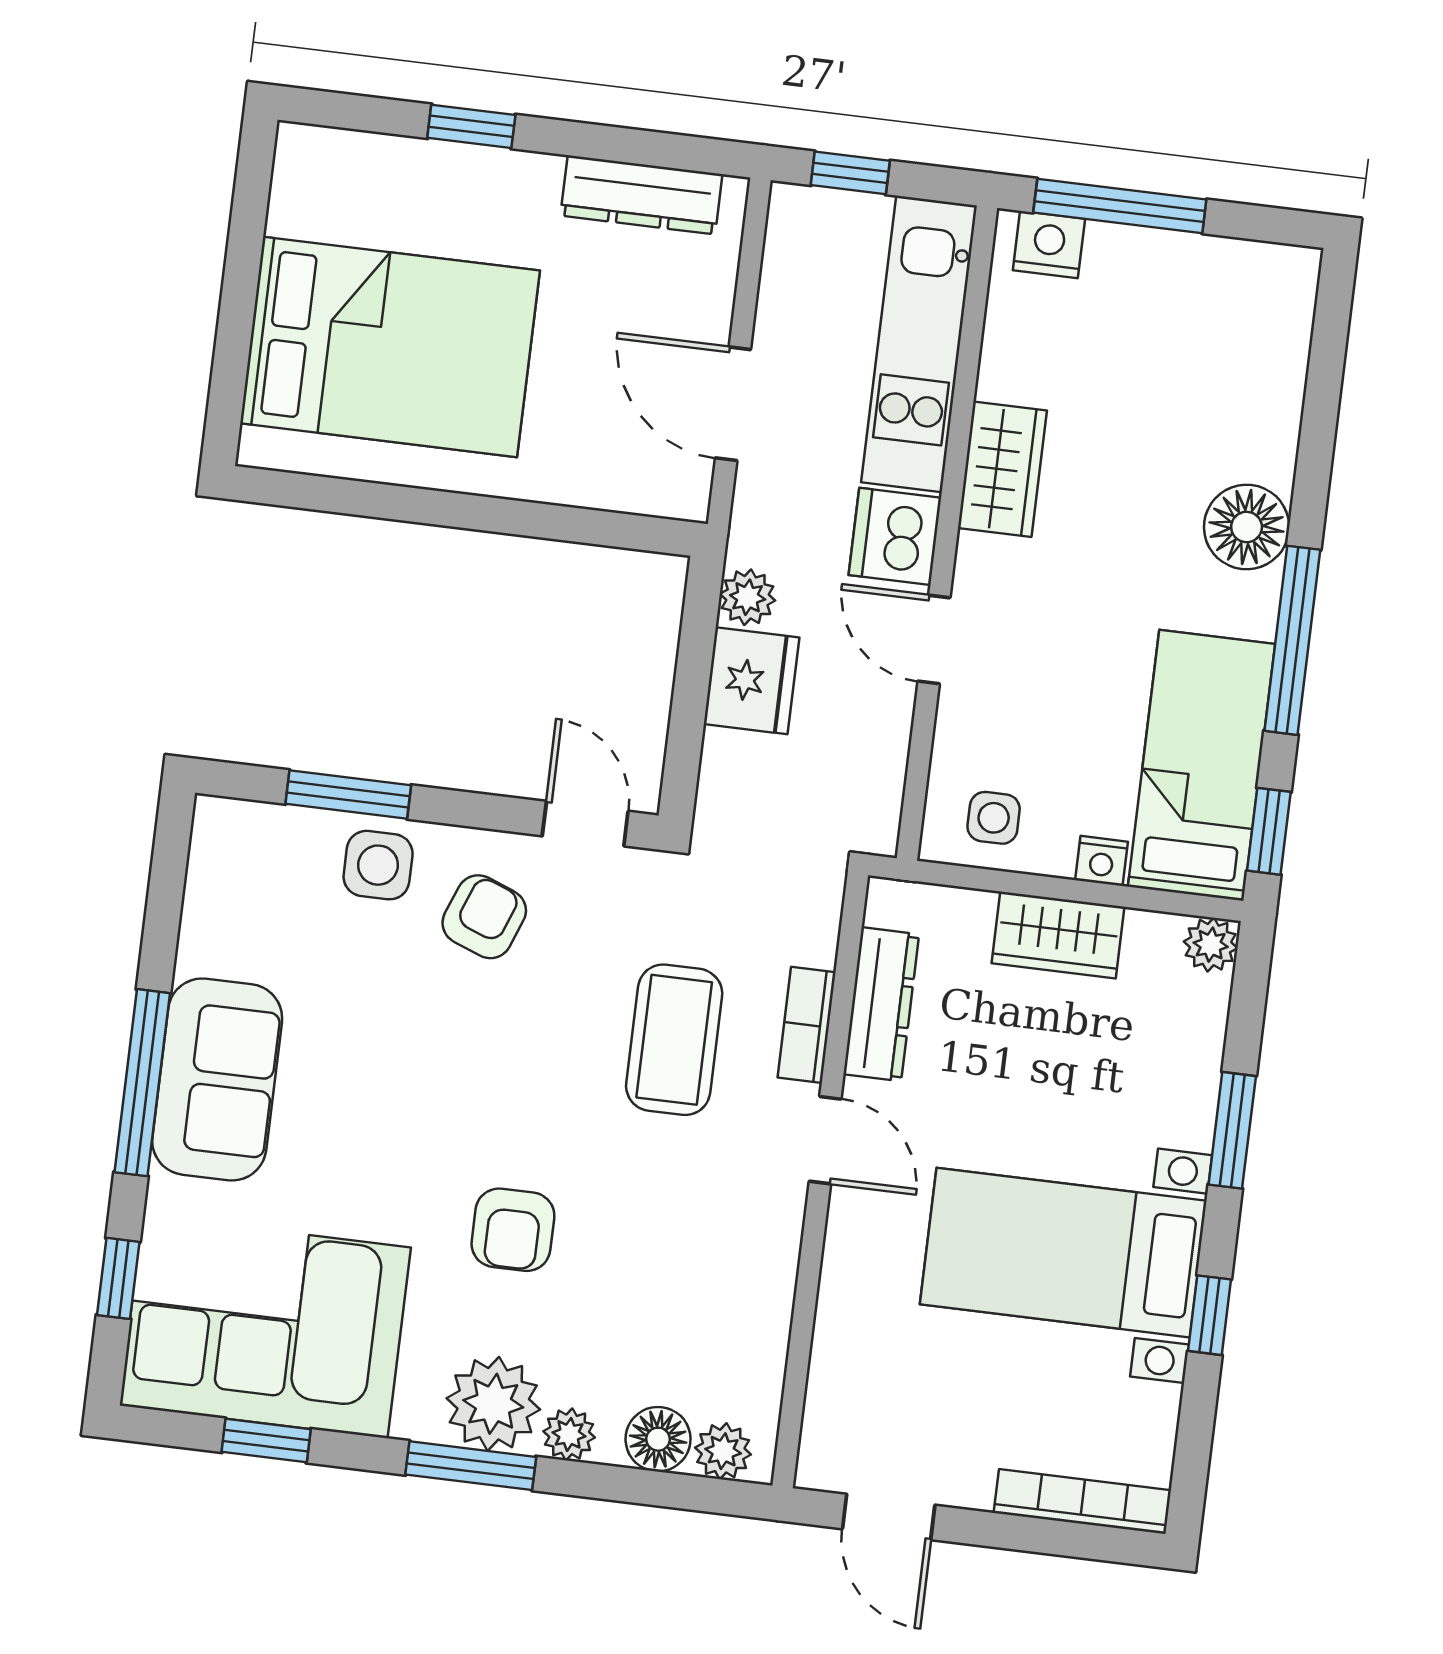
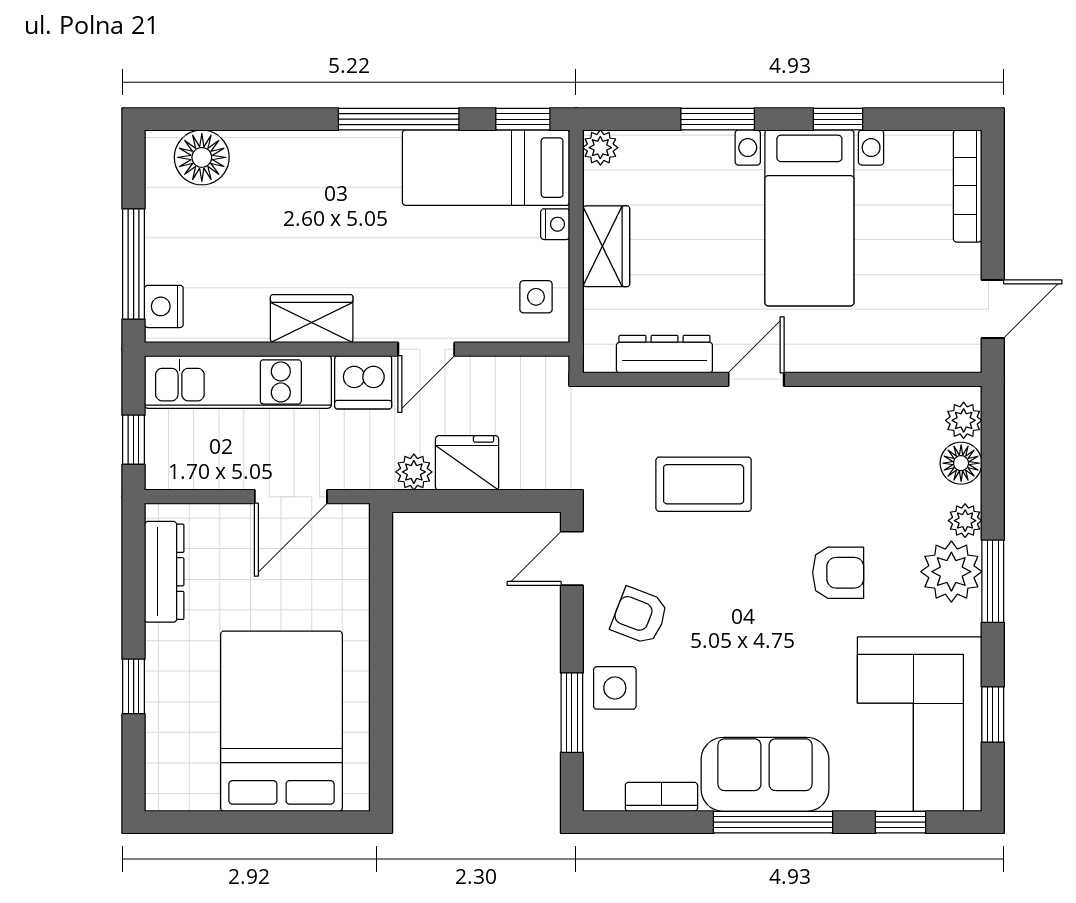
floor lamp: (1247, 527) -> (202, 157), moved
bookcase: (807, 1025) -> (661, 797), moved, turned 180

